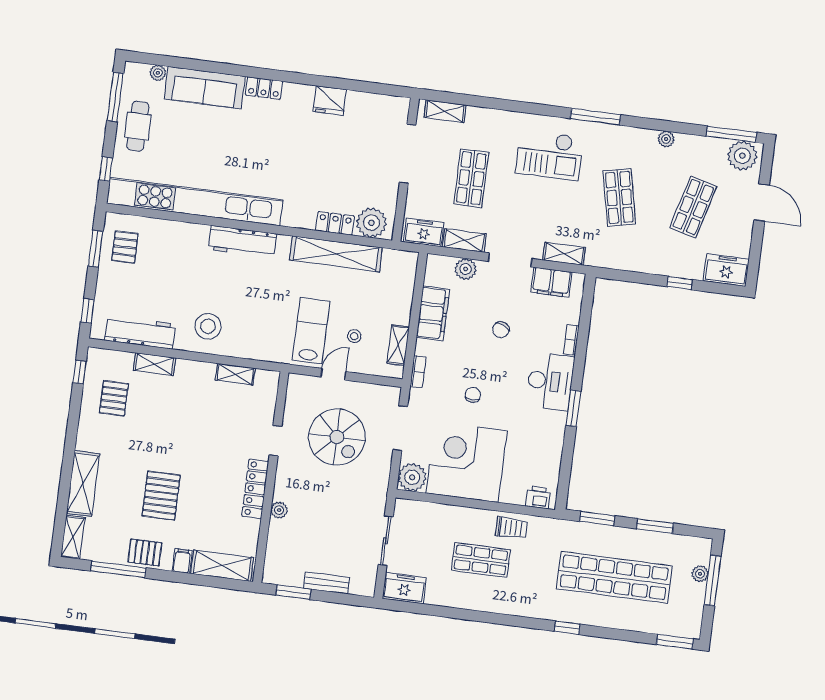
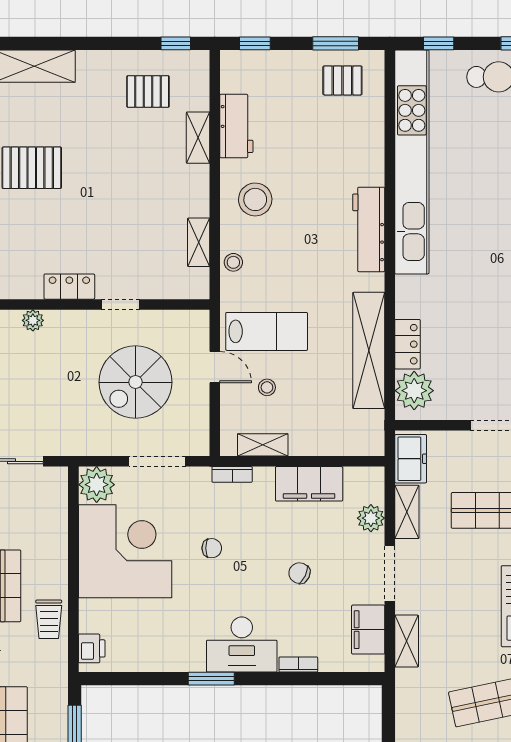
workbench: (140, 332) -> (236, 126), width x0.73
stool: (254, 349) -> (233, 262), added
locker: (255, 489) -> (69, 287), width x0.66

